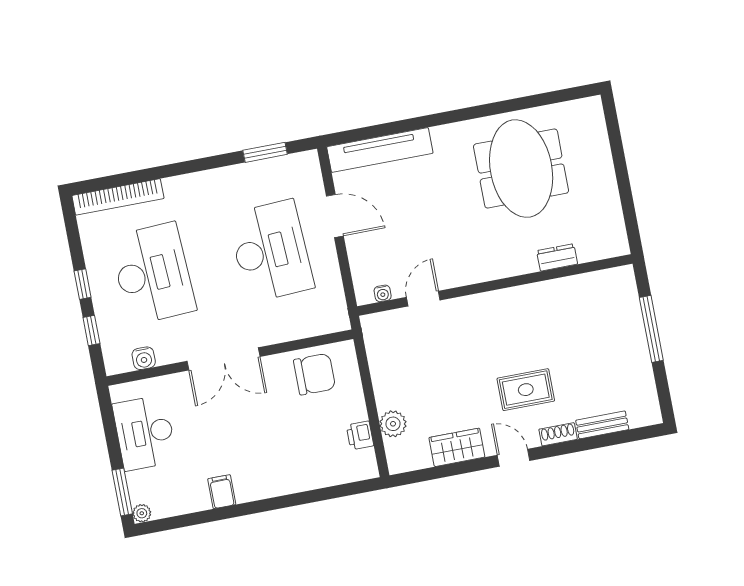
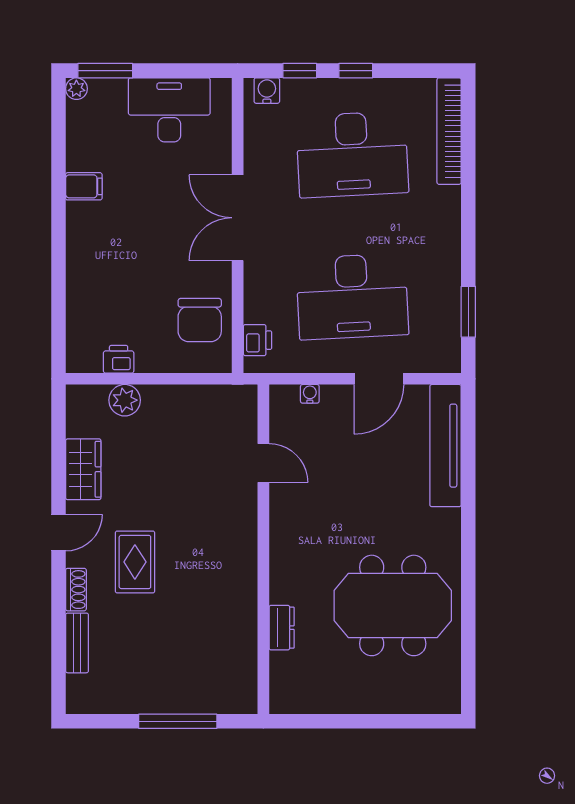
water cooler: (383, 293) -> (310, 394), moved, turned 90
printer: (322, 323) -> (257, 340), added
water cooler: (144, 358) -> (267, 91), moved, turned 90

